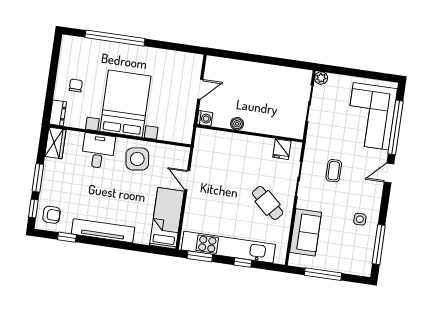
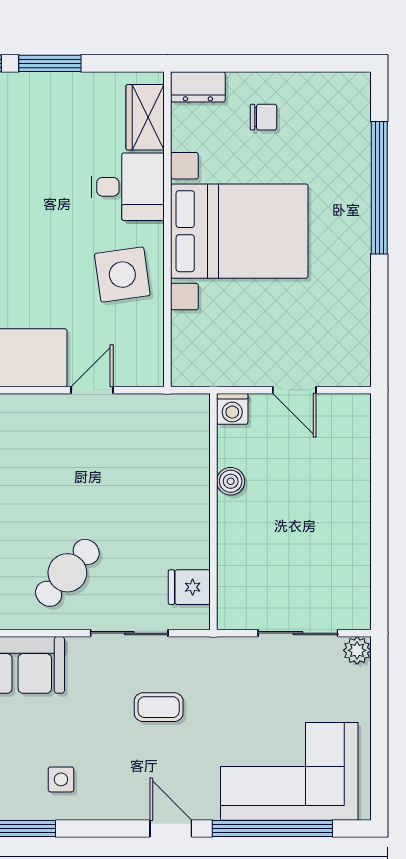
wardrobe: (55, 143) -> (145, 117), moved, turned 90

